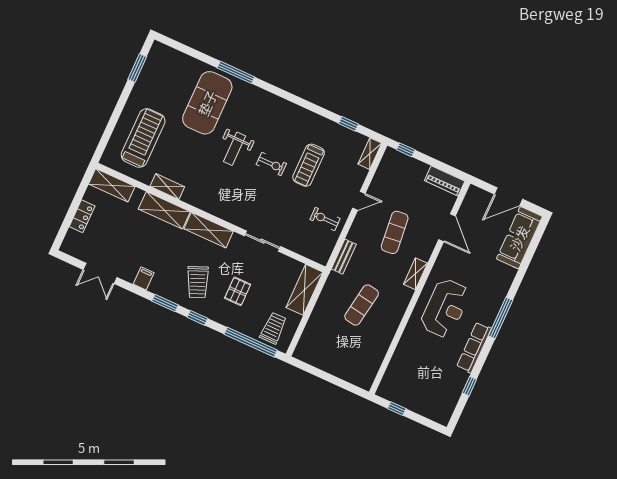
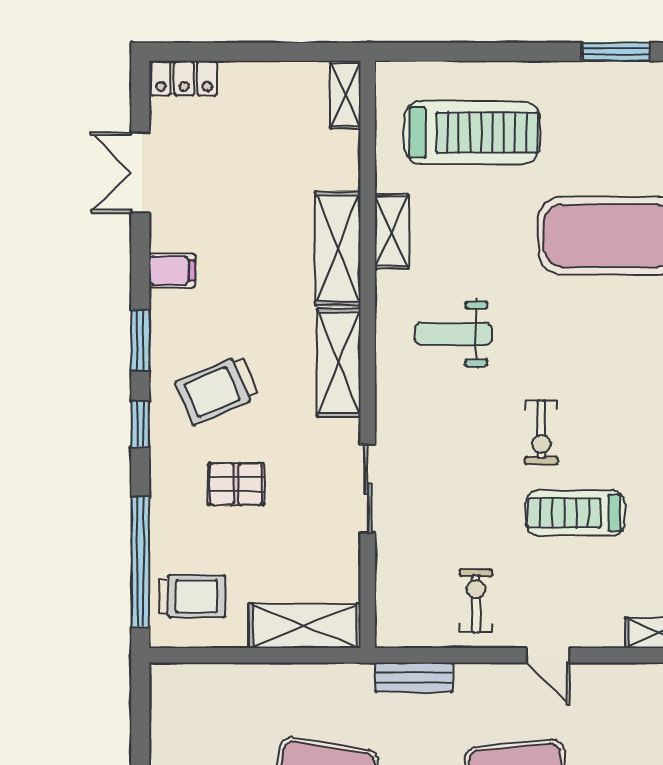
weight bench: (234, 149) -> (453, 334), moved
shelving: (112, 185) -> (345, 95), width x0.67, depth x0.75
locker: (82, 216) -> (184, 78), moved

